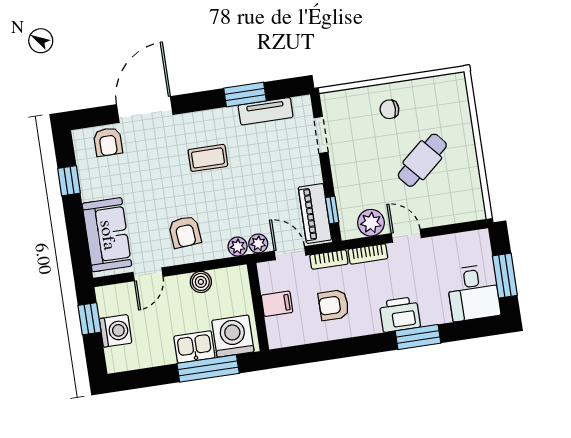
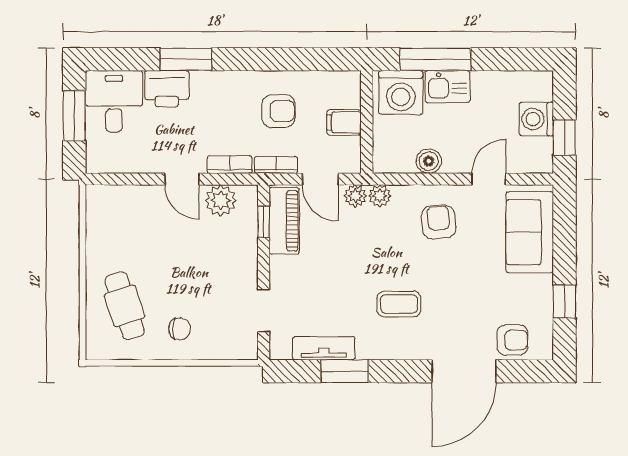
armchair: (108, 142) -> (512, 340), turned 90
cafe table: (422, 160) -> (125, 306), moved, turned -67
printer: (400, 314) -> (167, 89), moved

